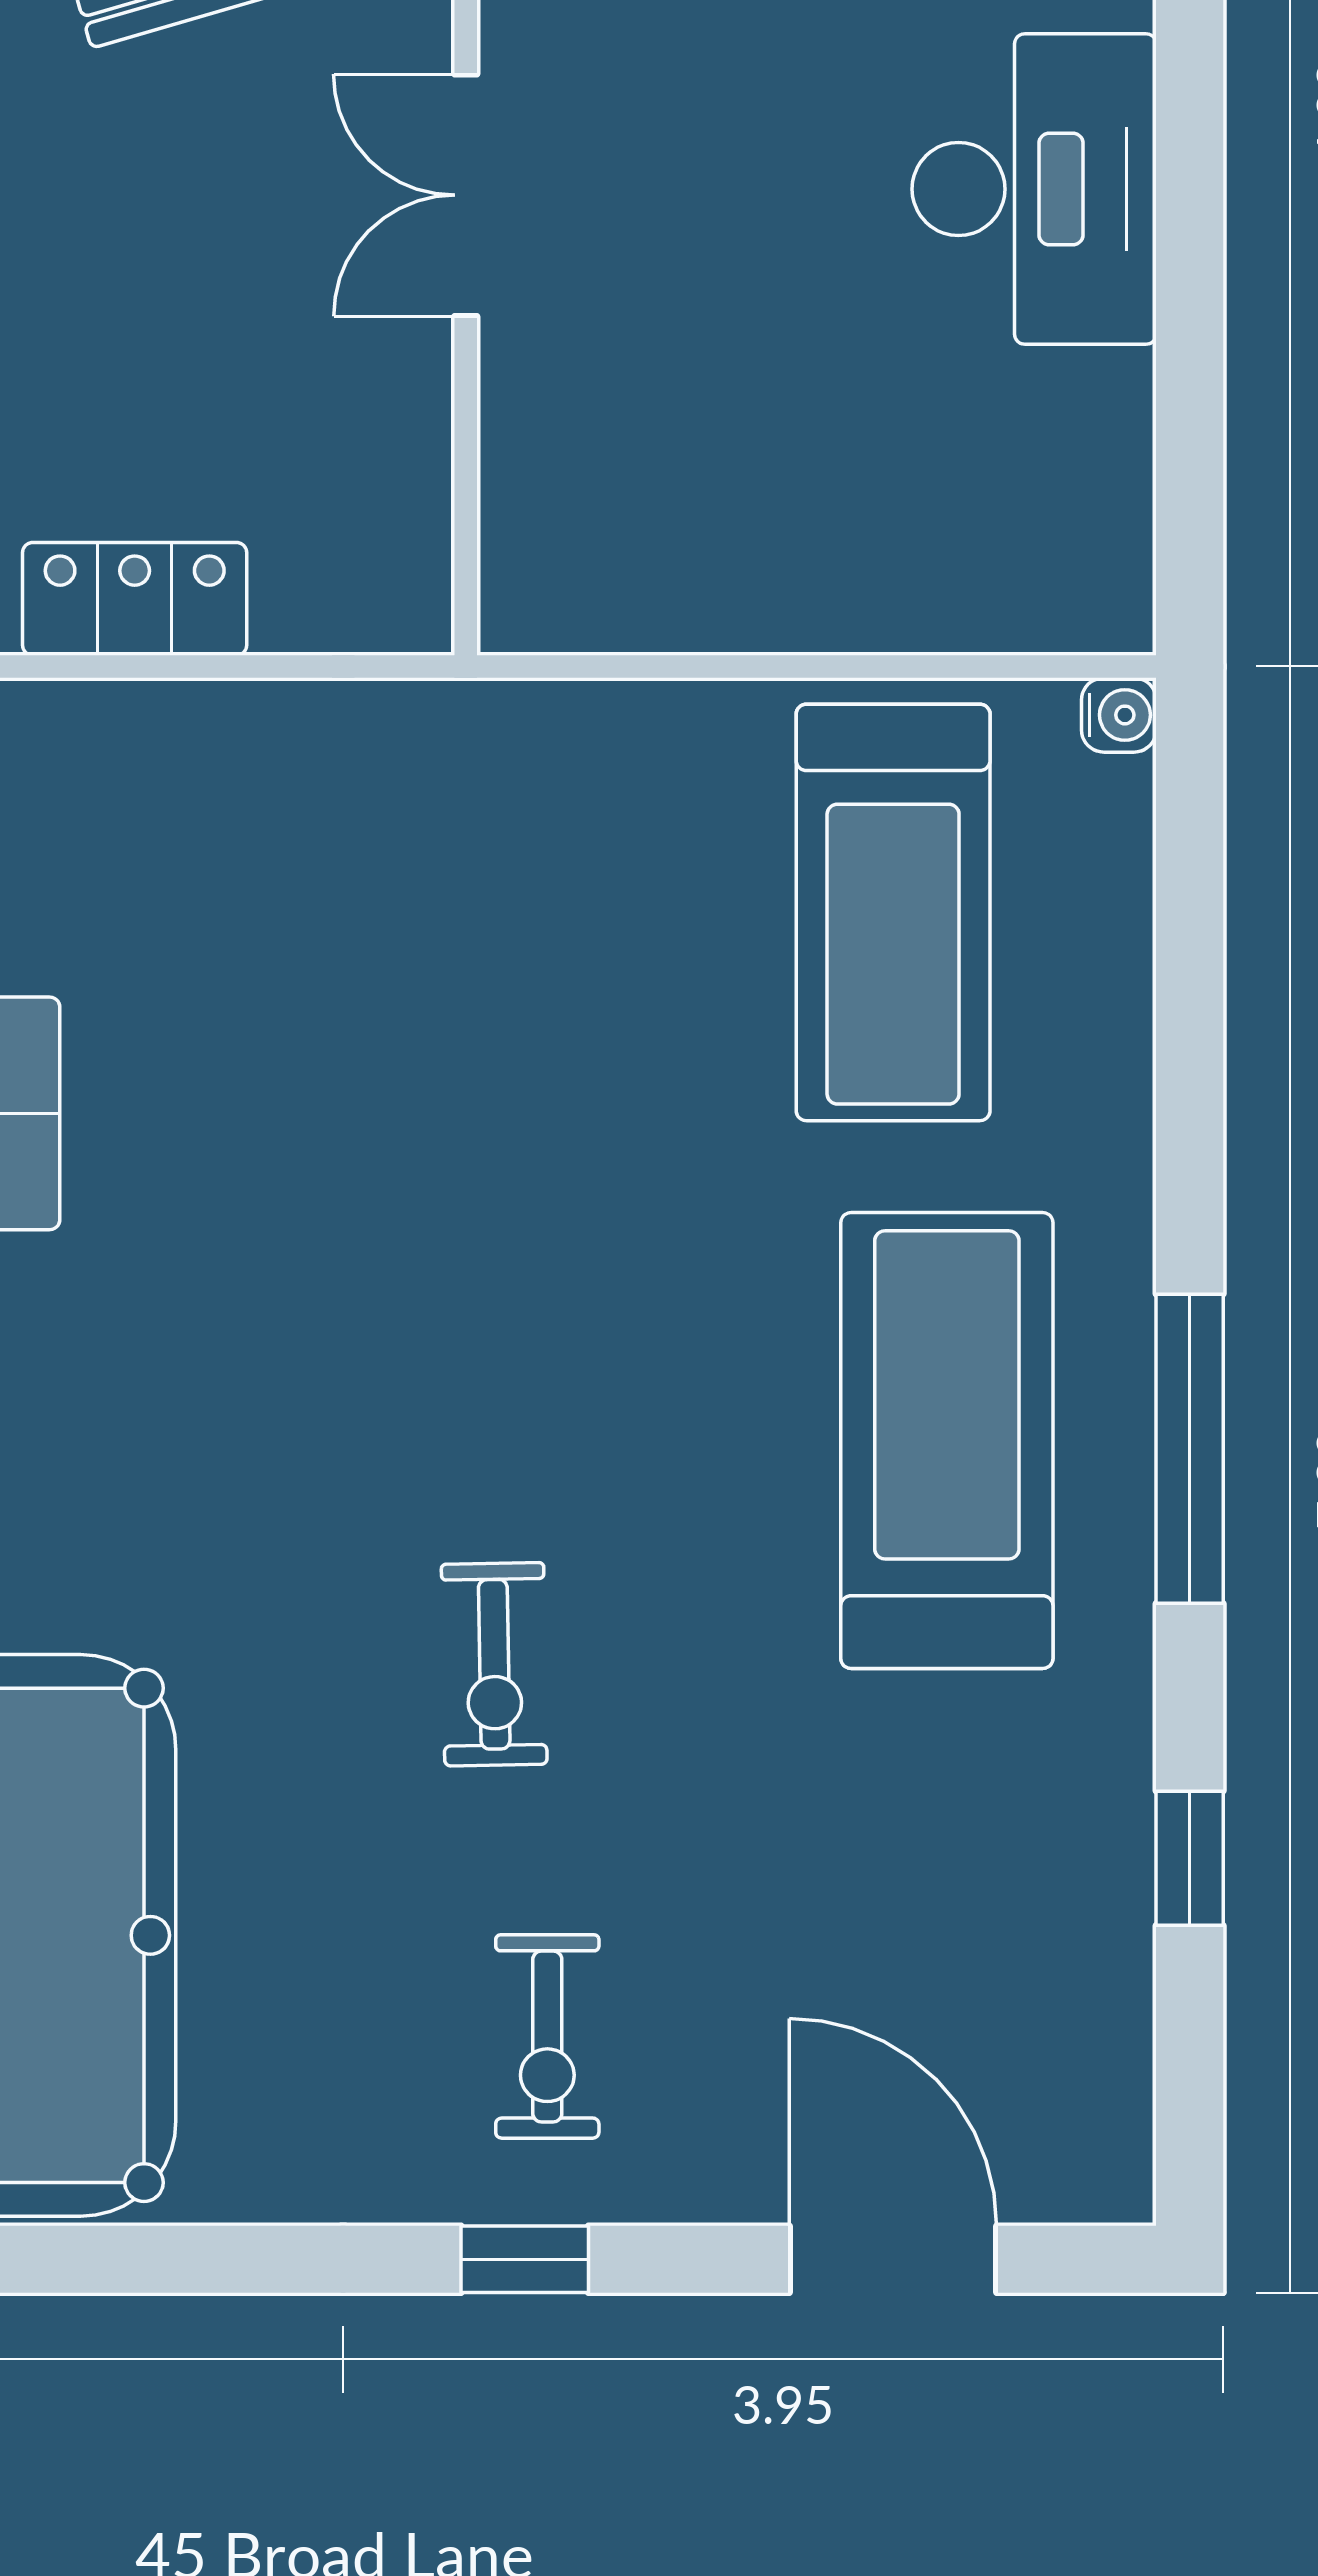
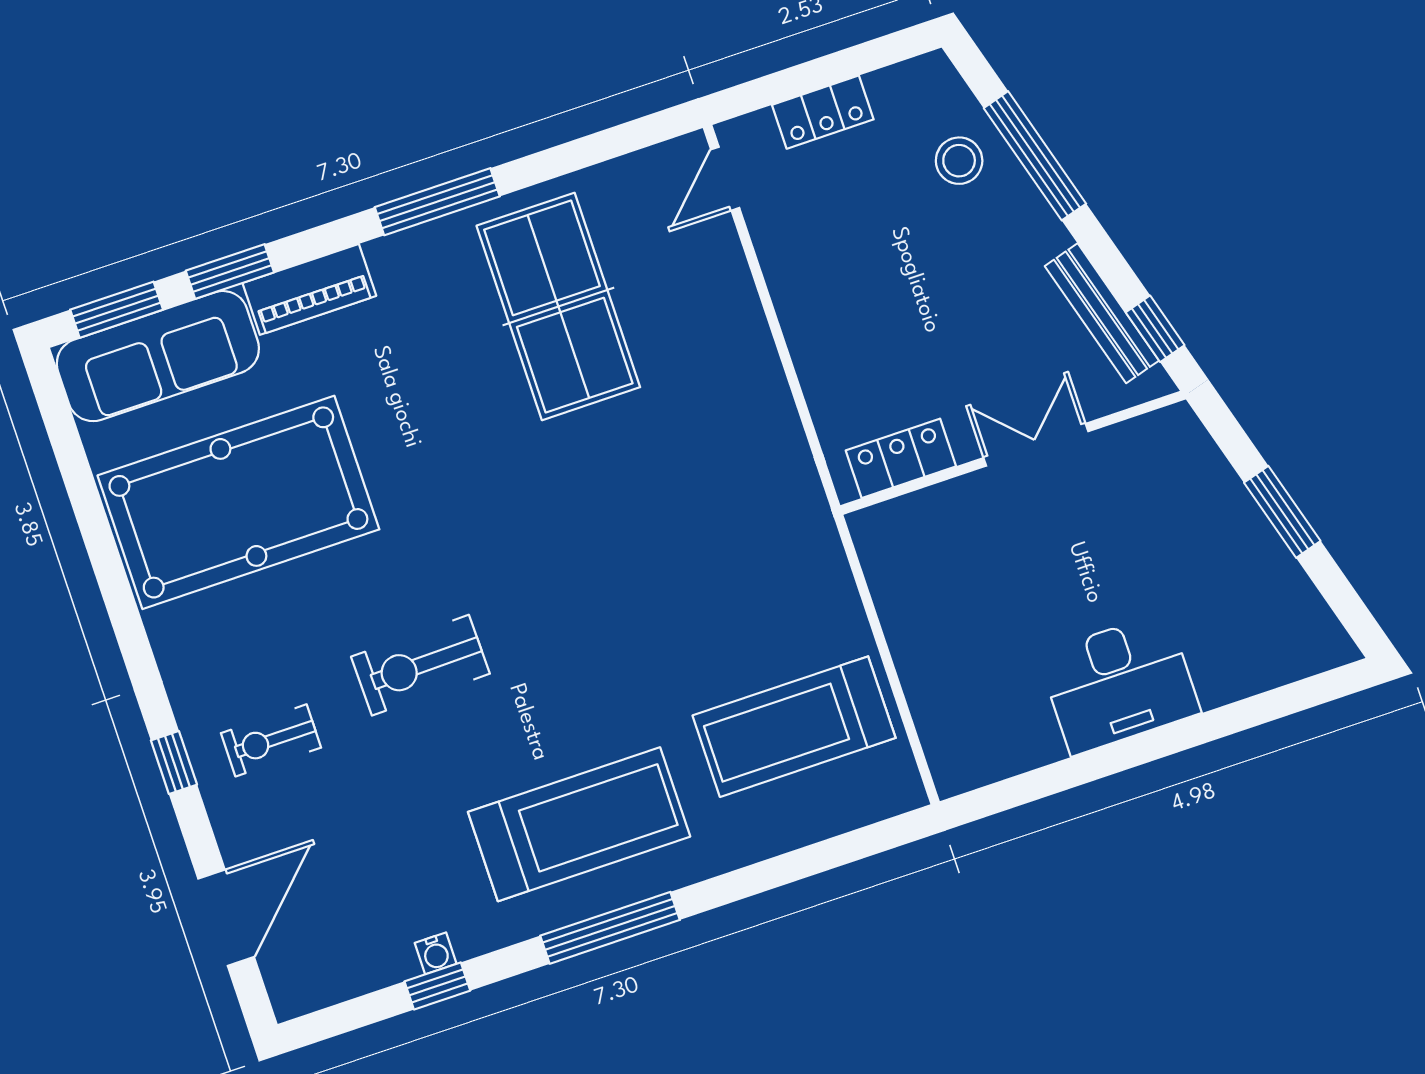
locker: (135, 599) -> (901, 458), moved, turned -90
water cooler: (1119, 715) -> (436, 953), moved
exercise bike: (494, 1664) -> (420, 665), width x1.38, depth x1.39

